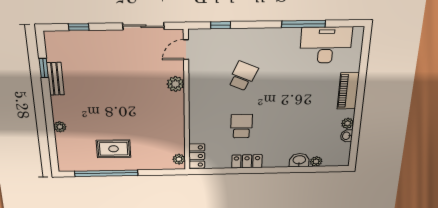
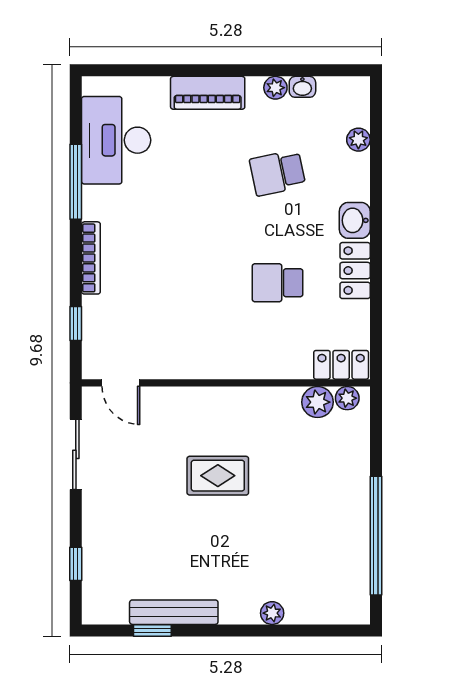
bookcase: (259, 33) -> (91, 258), added
school desk: (243, 76) -> (278, 173), moved, turned -36
bench: (55, 79) -> (174, 612), width x1.36
plant: (175, 84) -> (318, 402), moved
rug: (114, 149) -> (218, 476), moved, turned 90
washbasin: (299, 160) -> (355, 220), moved

